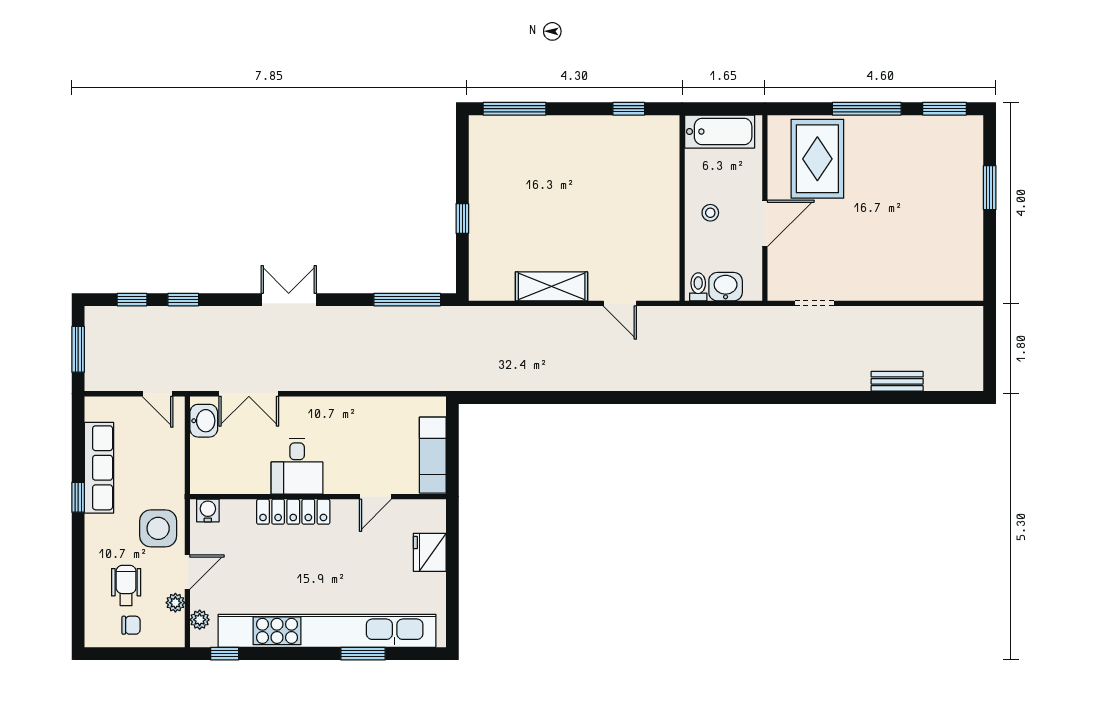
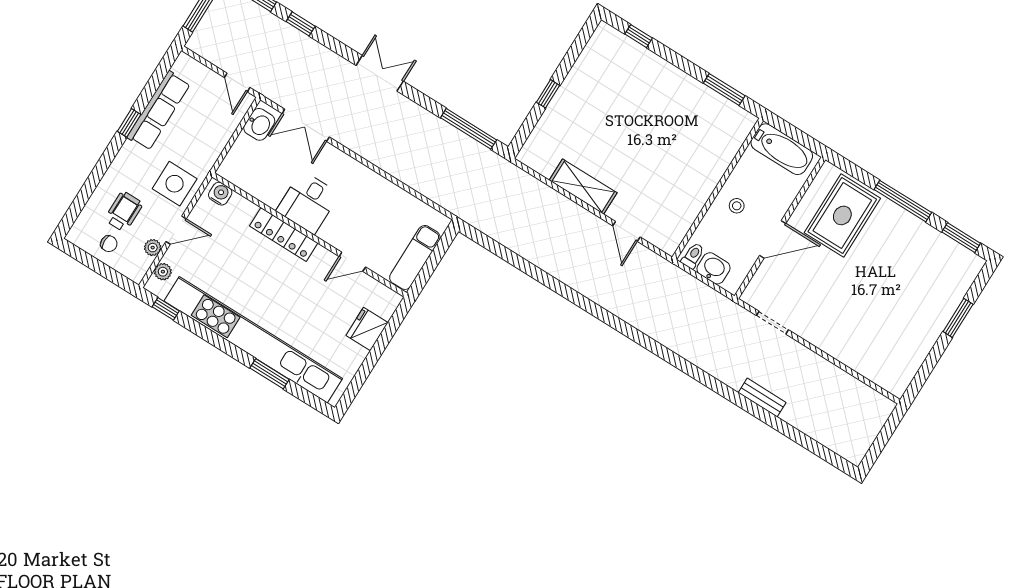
window: (515, 109) -> (639, 36), width x0.46
window: (629, 109) -> (724, 90), width x1.50
bench: (897, 381) -> (762, 398), moved

